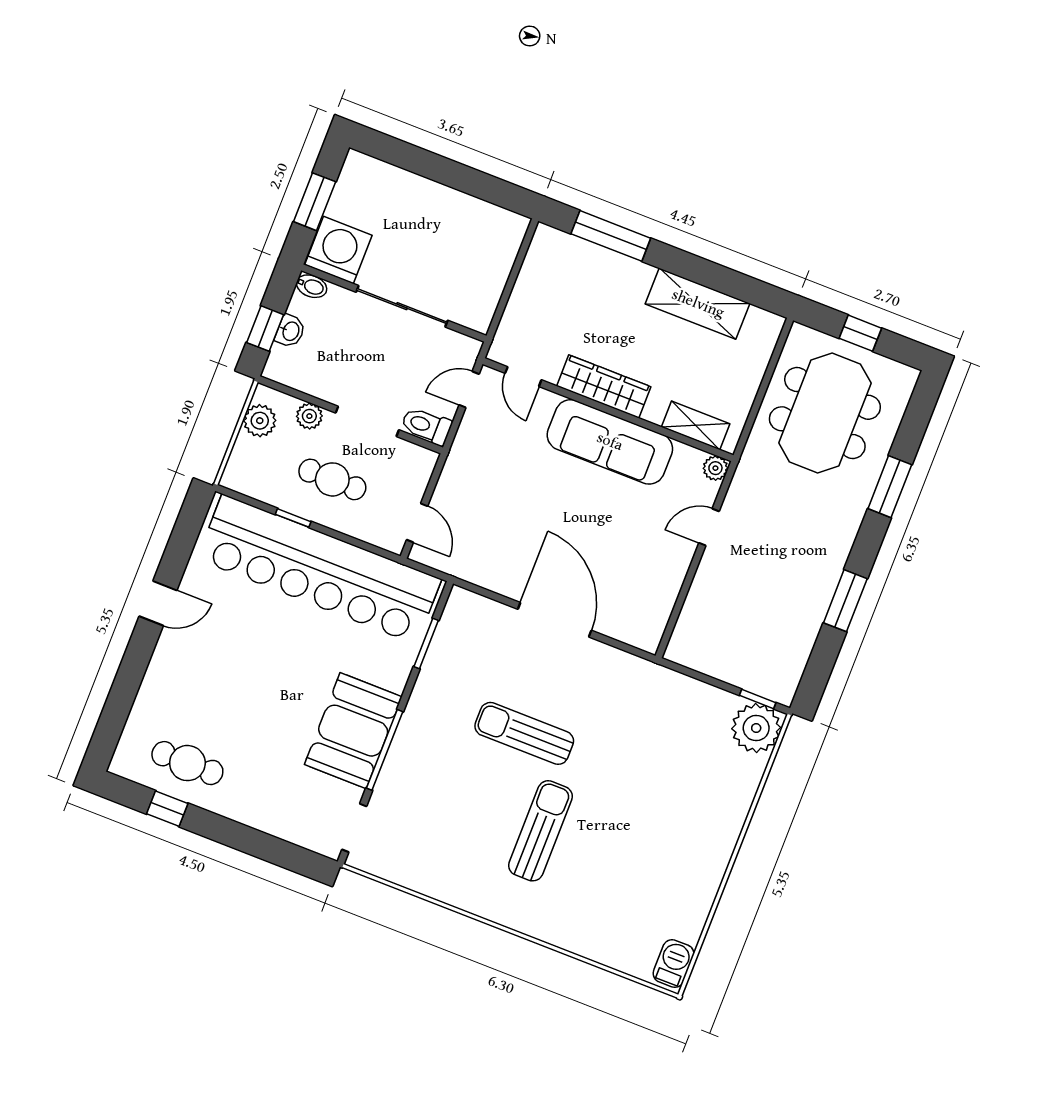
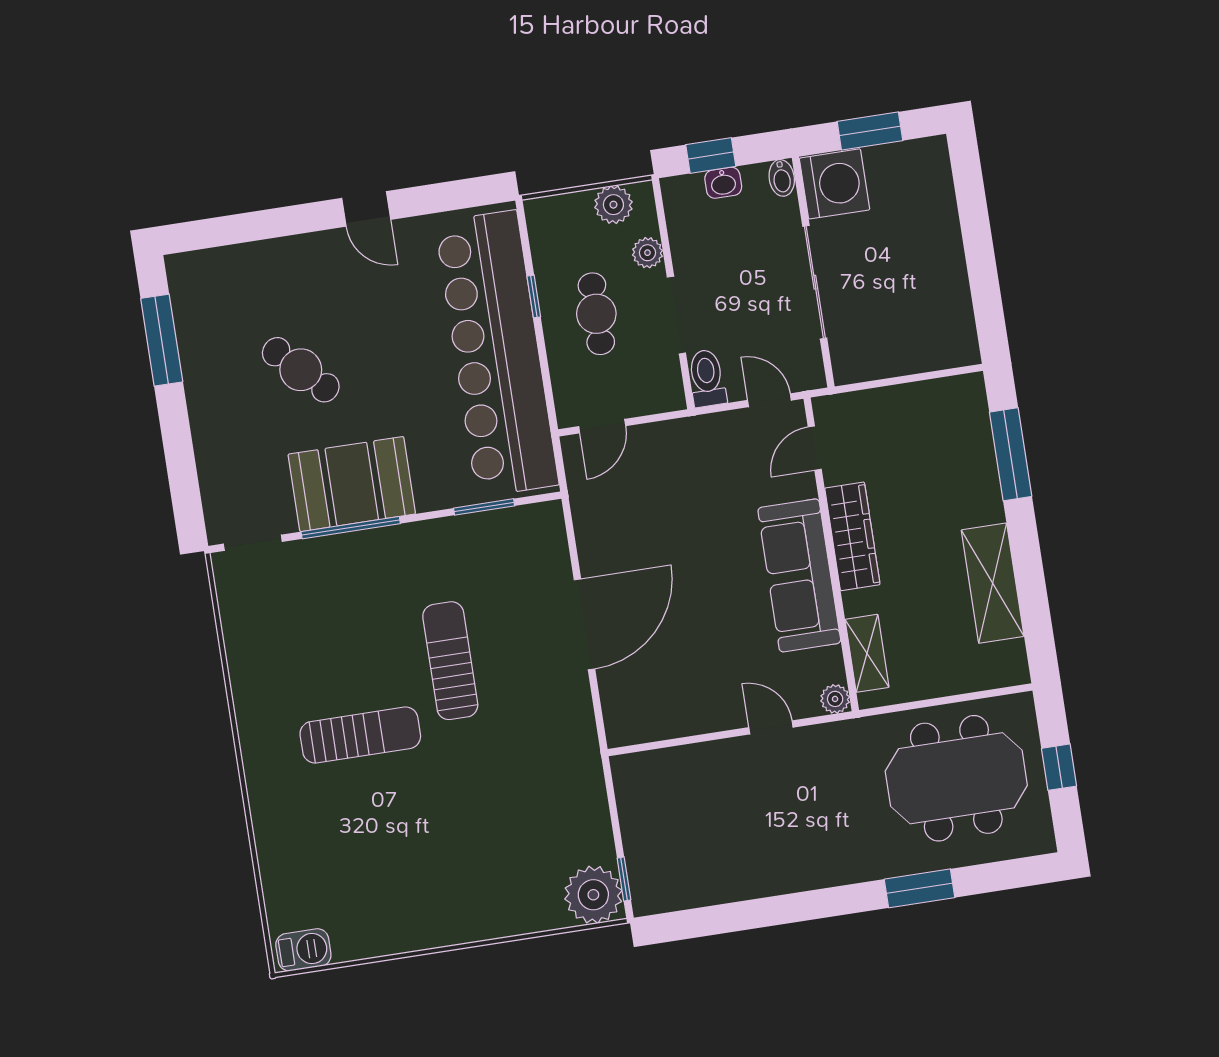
window: (845, 601) -> (777, 910), removed
cafe table: (187, 763) -> (301, 370), moved, turned -45
window: (167, 809) -> (162, 340), width x2.17

